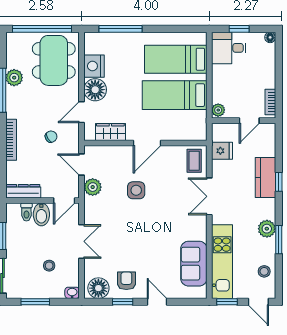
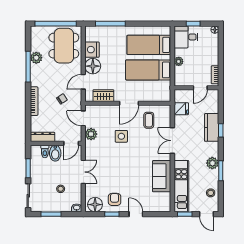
plant: (218, 110) -> (179, 61), moved
coffee table: (194, 161) -> (149, 120), moved
sofa: (194, 264) -> (162, 176), moved

